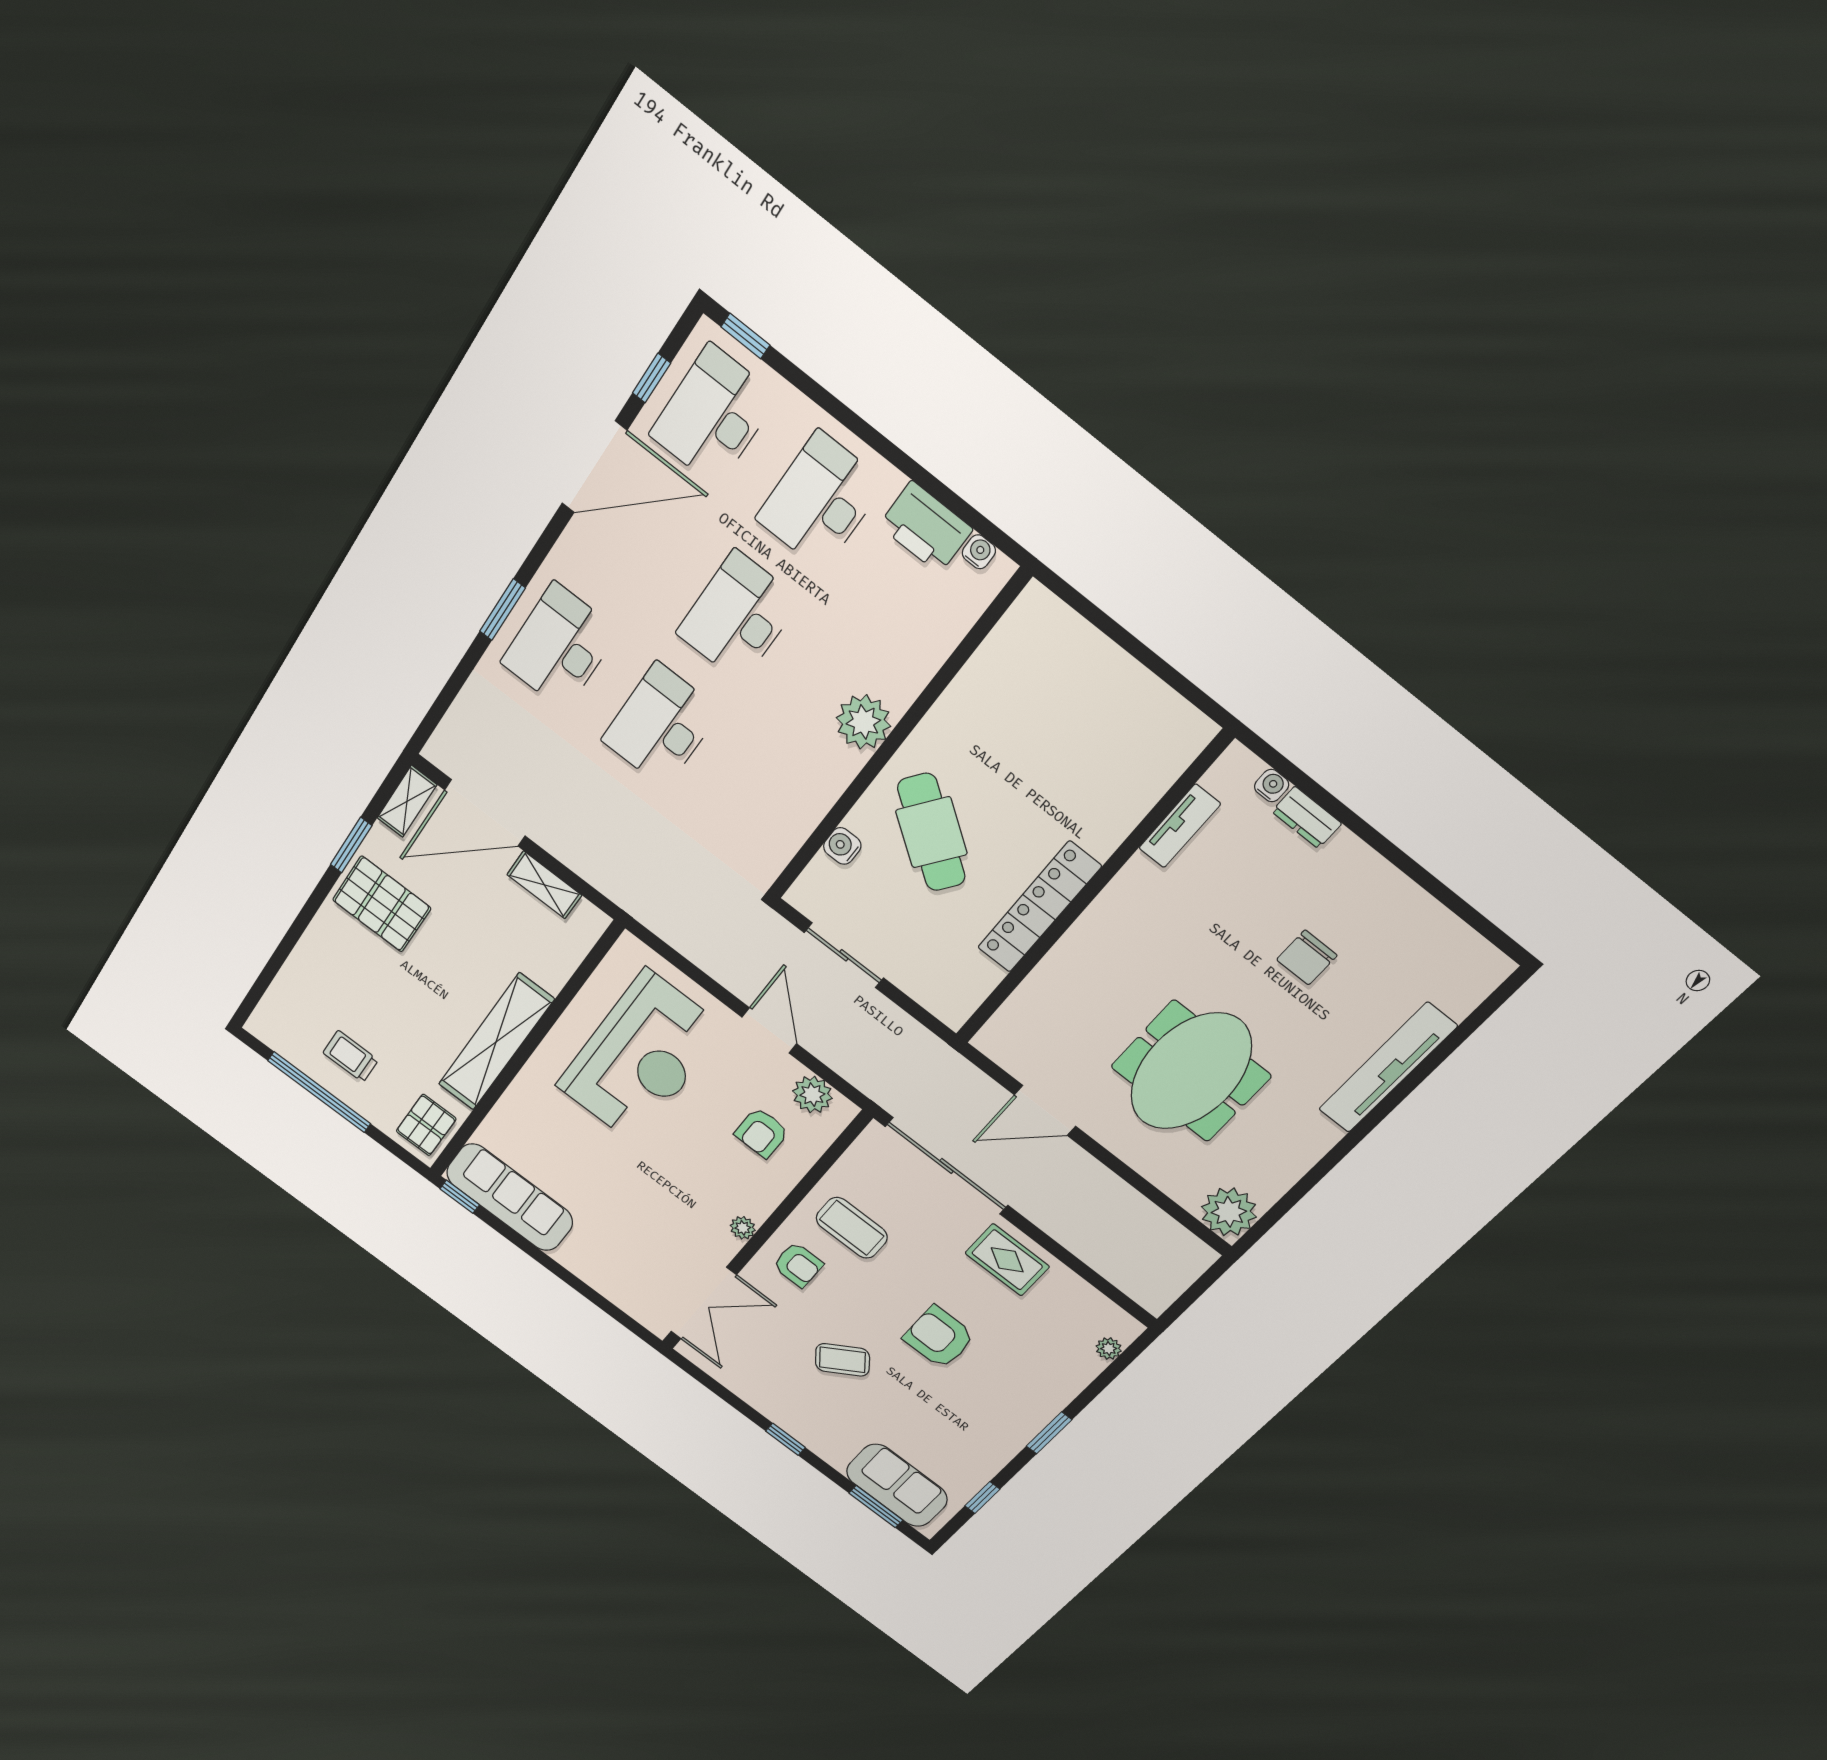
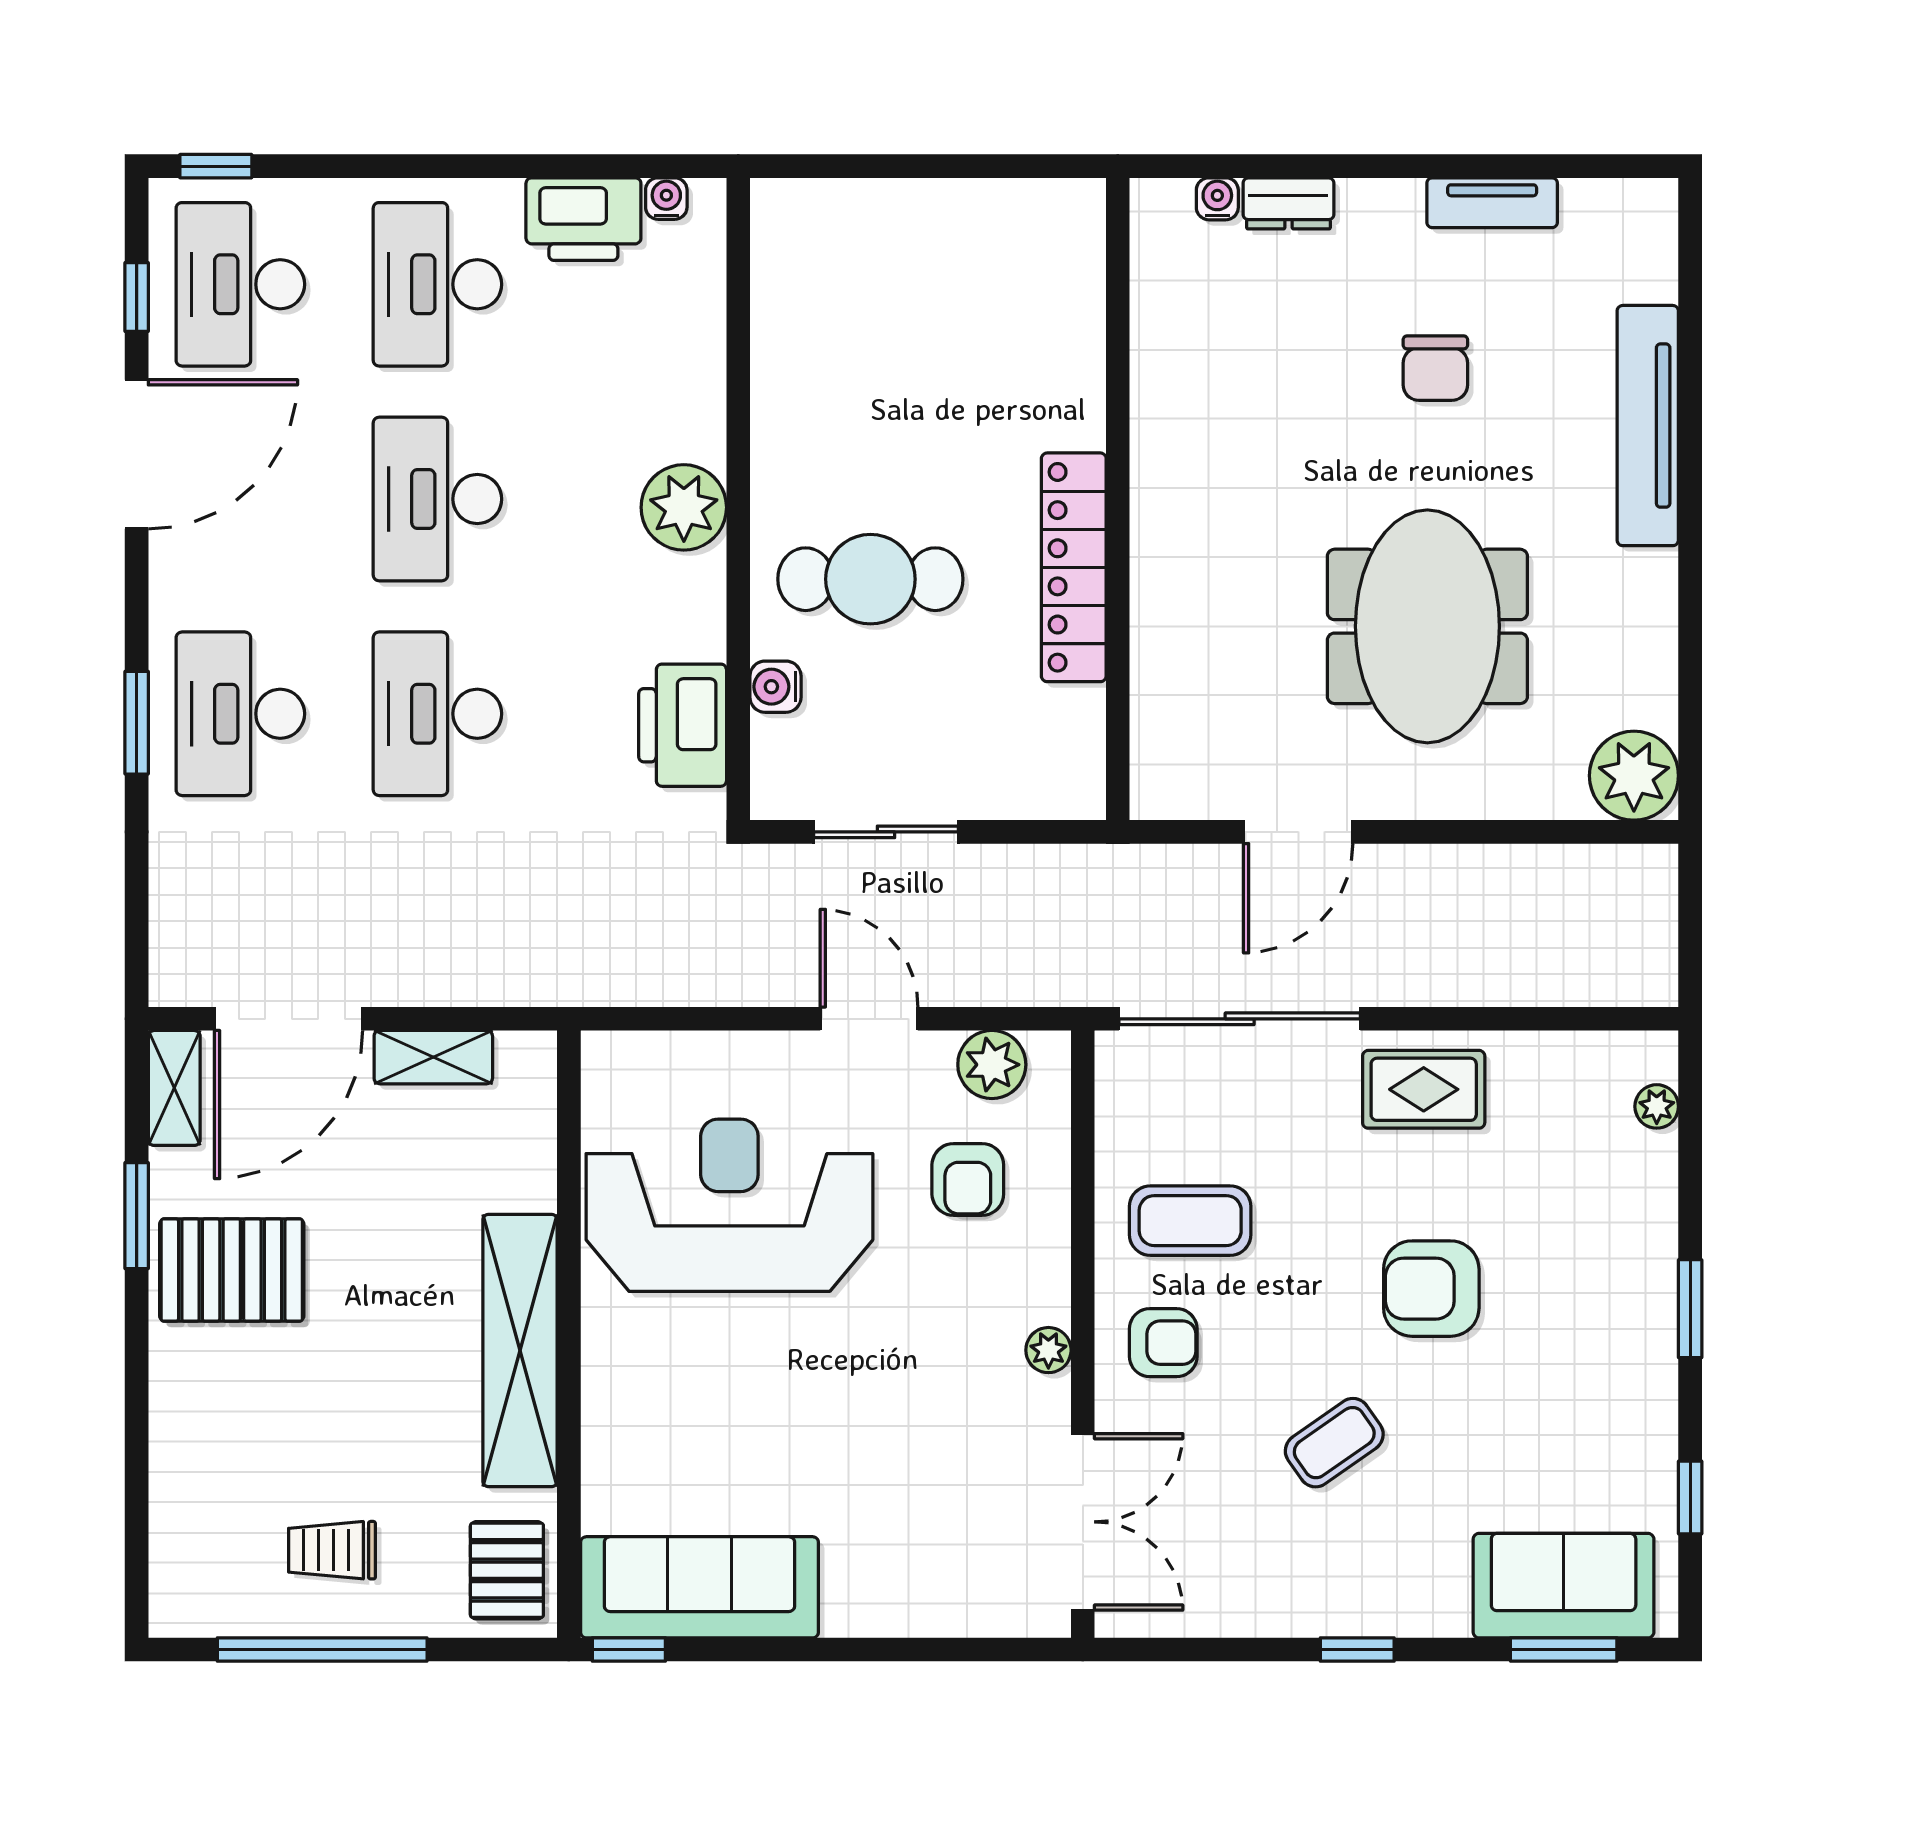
tv unit: (1180, 826) -> (1492, 203), moved, turned 90
printer: (781, 828) -> (683, 725), added
cafe table: (931, 832) -> (870, 579), turned -36
reception desk: (640, 1058) -> (729, 1205), turned -90

